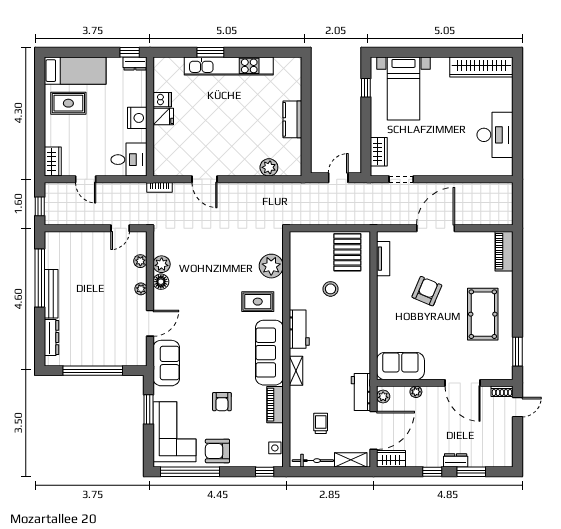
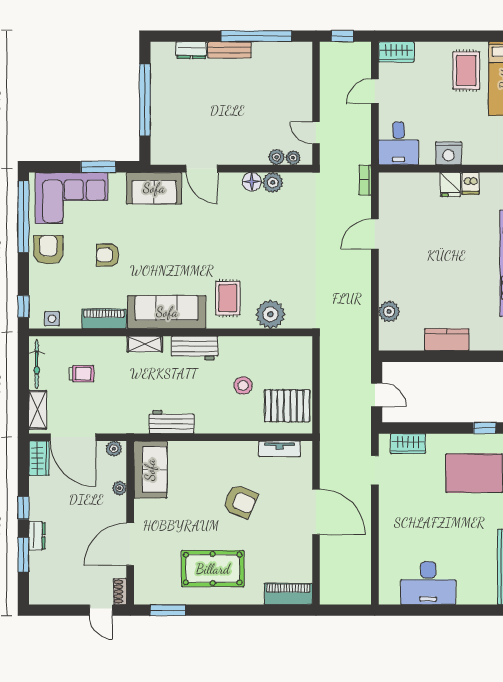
plant: (141, 289) -> (293, 158), moved
bench: (51, 294) -> (229, 50), width x0.73
dresser: (51, 338) -> (191, 50), width x0.70
workbench: (361, 392) -> (172, 422), moved

